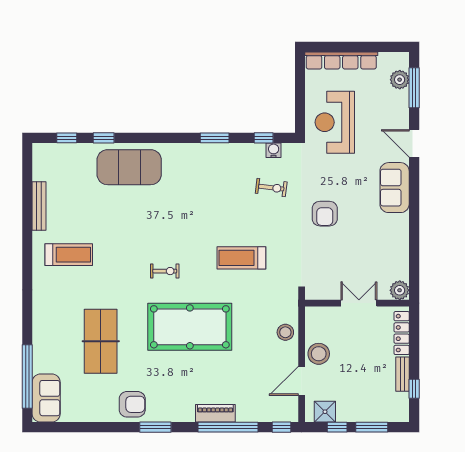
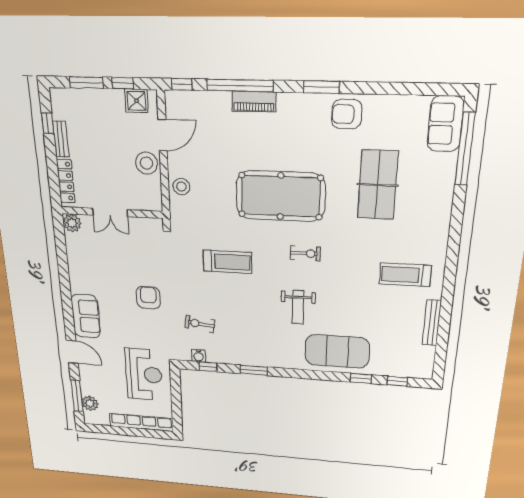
weight bench: (170, 213) -> (298, 307), added
exercise bike: (165, 271) -> (305, 253), turned 180

